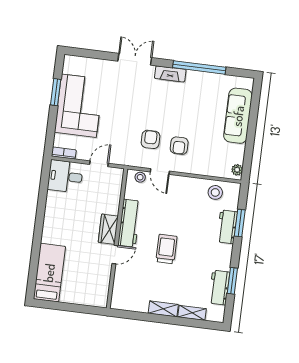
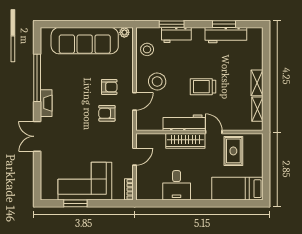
sofa: (238, 116) -> (85, 41), width x1.36, depth x1.27
door: (99, 164) -> (135, 157), swing flipped
desk: (65, 176) -> (177, 185), moved
stool: (140, 177) -> (157, 81), moved, width x1.89, depth x1.89
wardrobe: (108, 229) -> (185, 141), width x1.50
rug: (92, 273) -> (233, 151), added
workbench: (219, 288) -> (226, 35), width x1.38
shelving: (192, 313) -> (257, 109), moved

